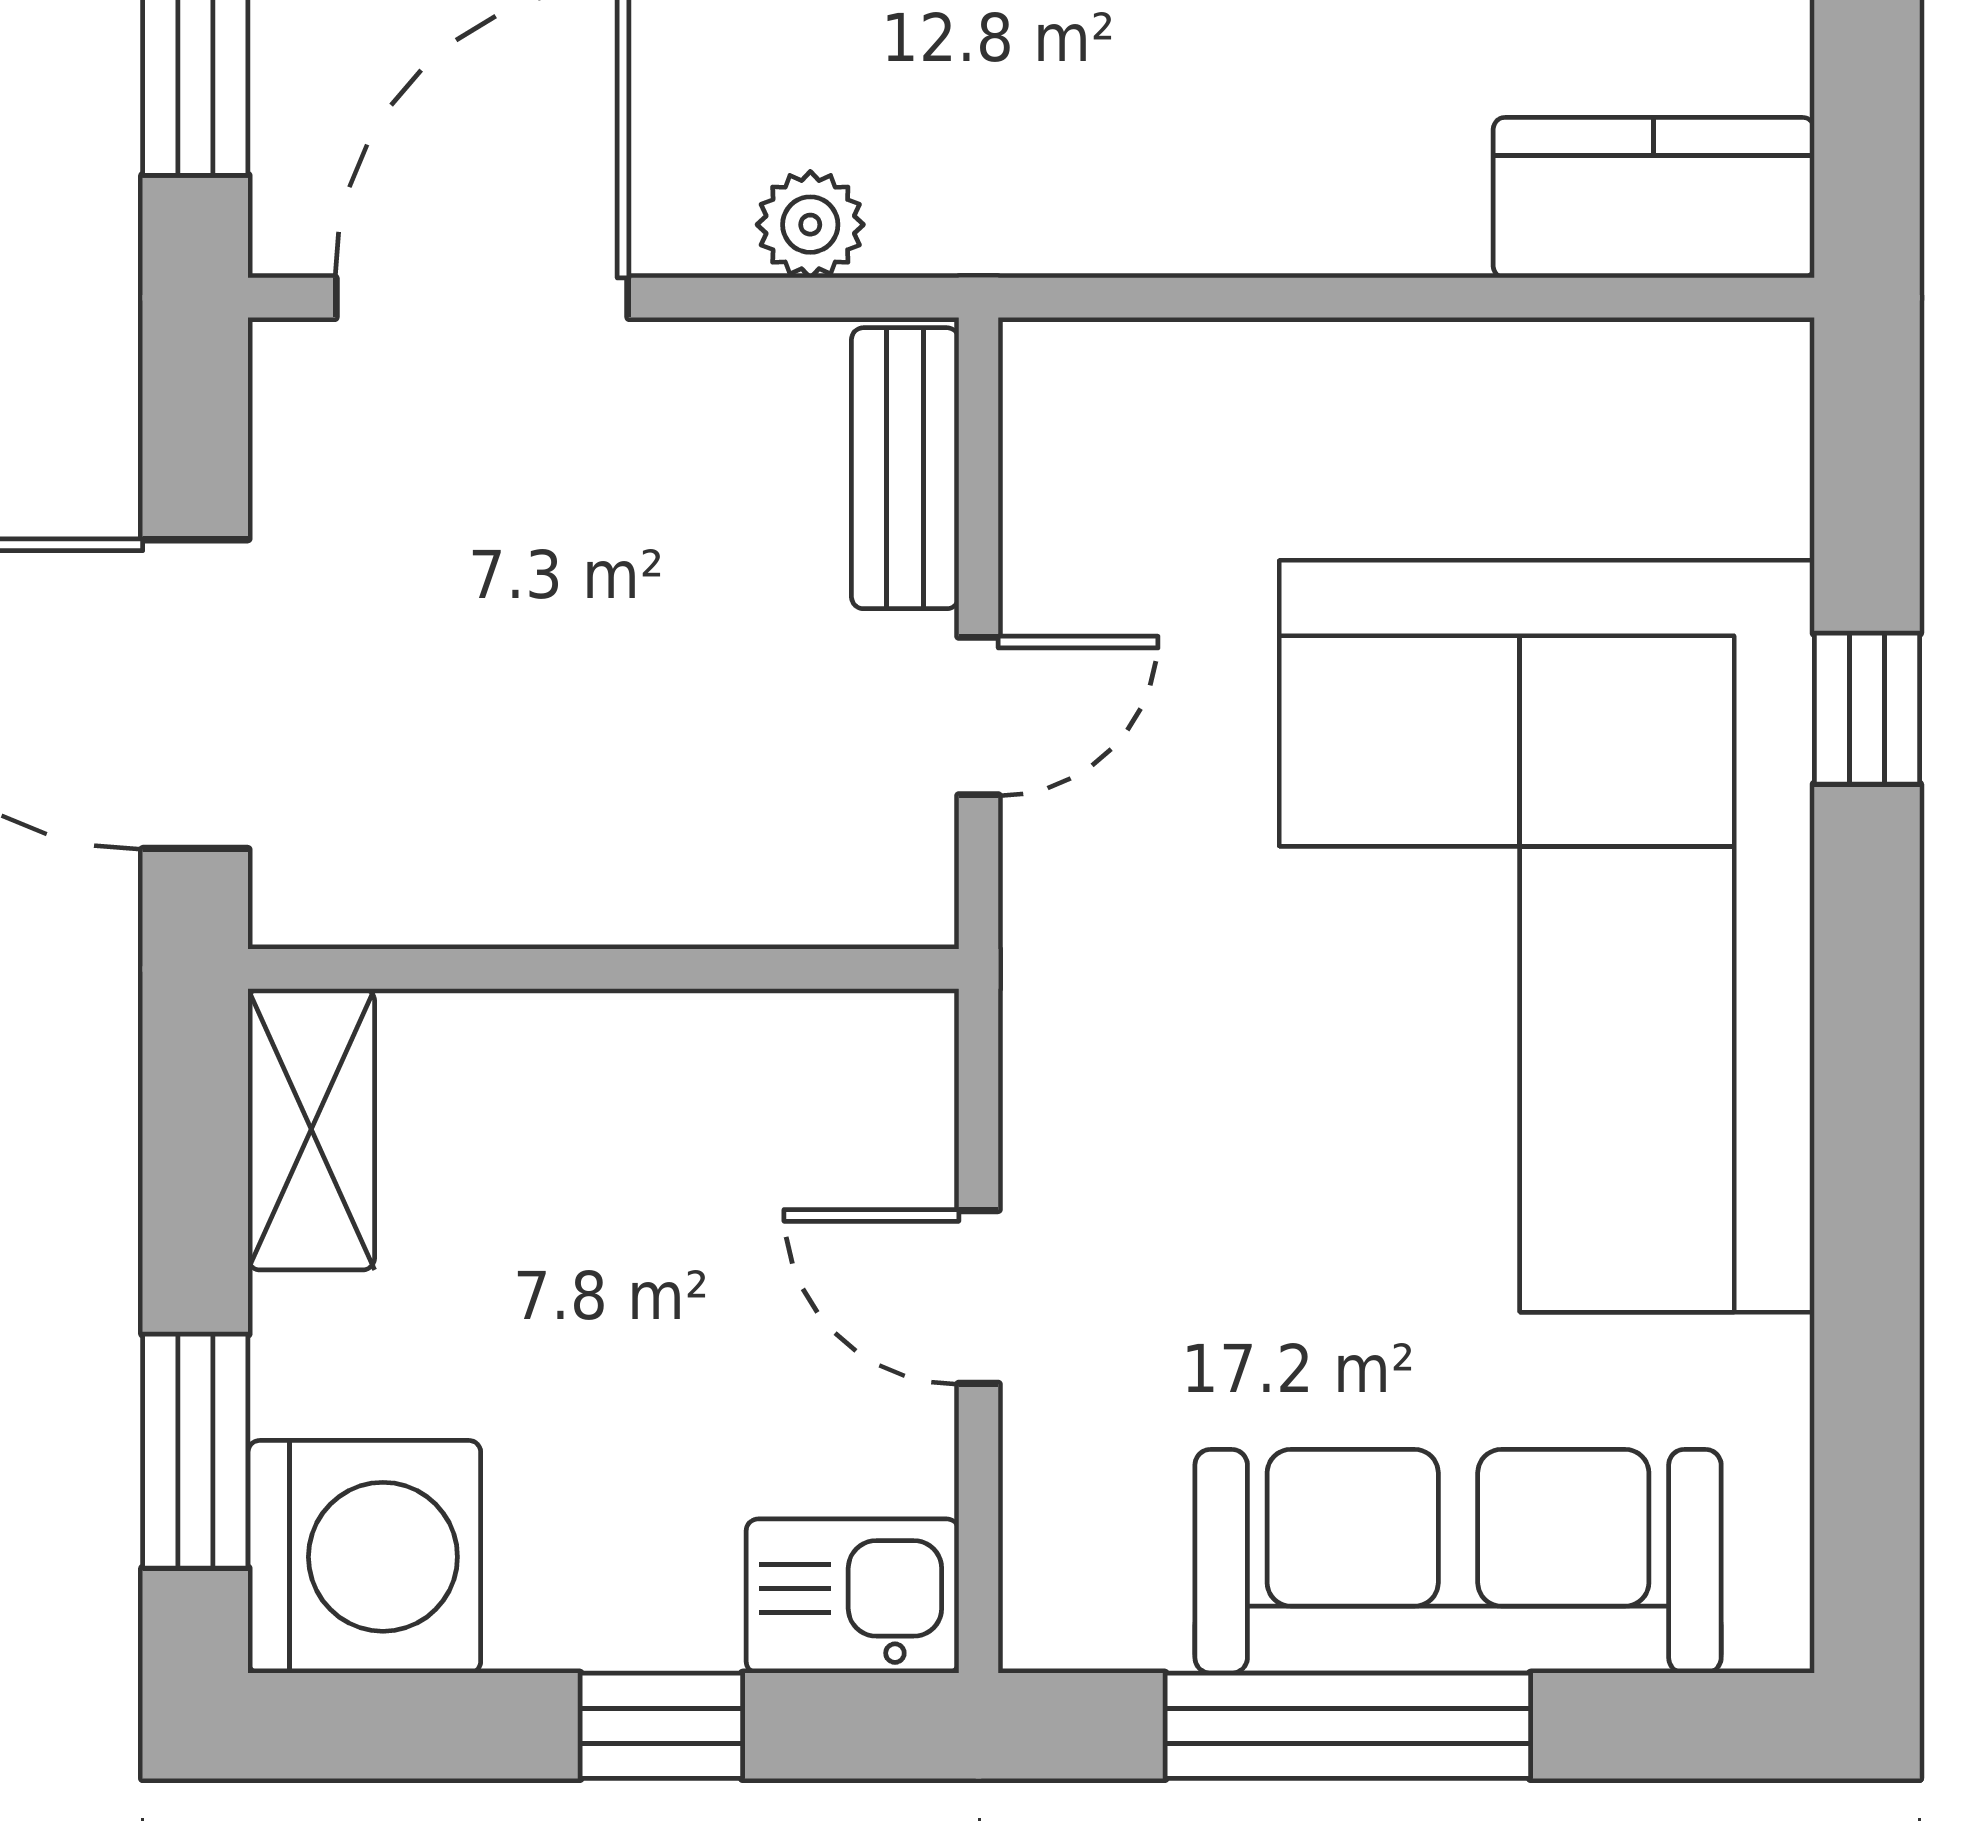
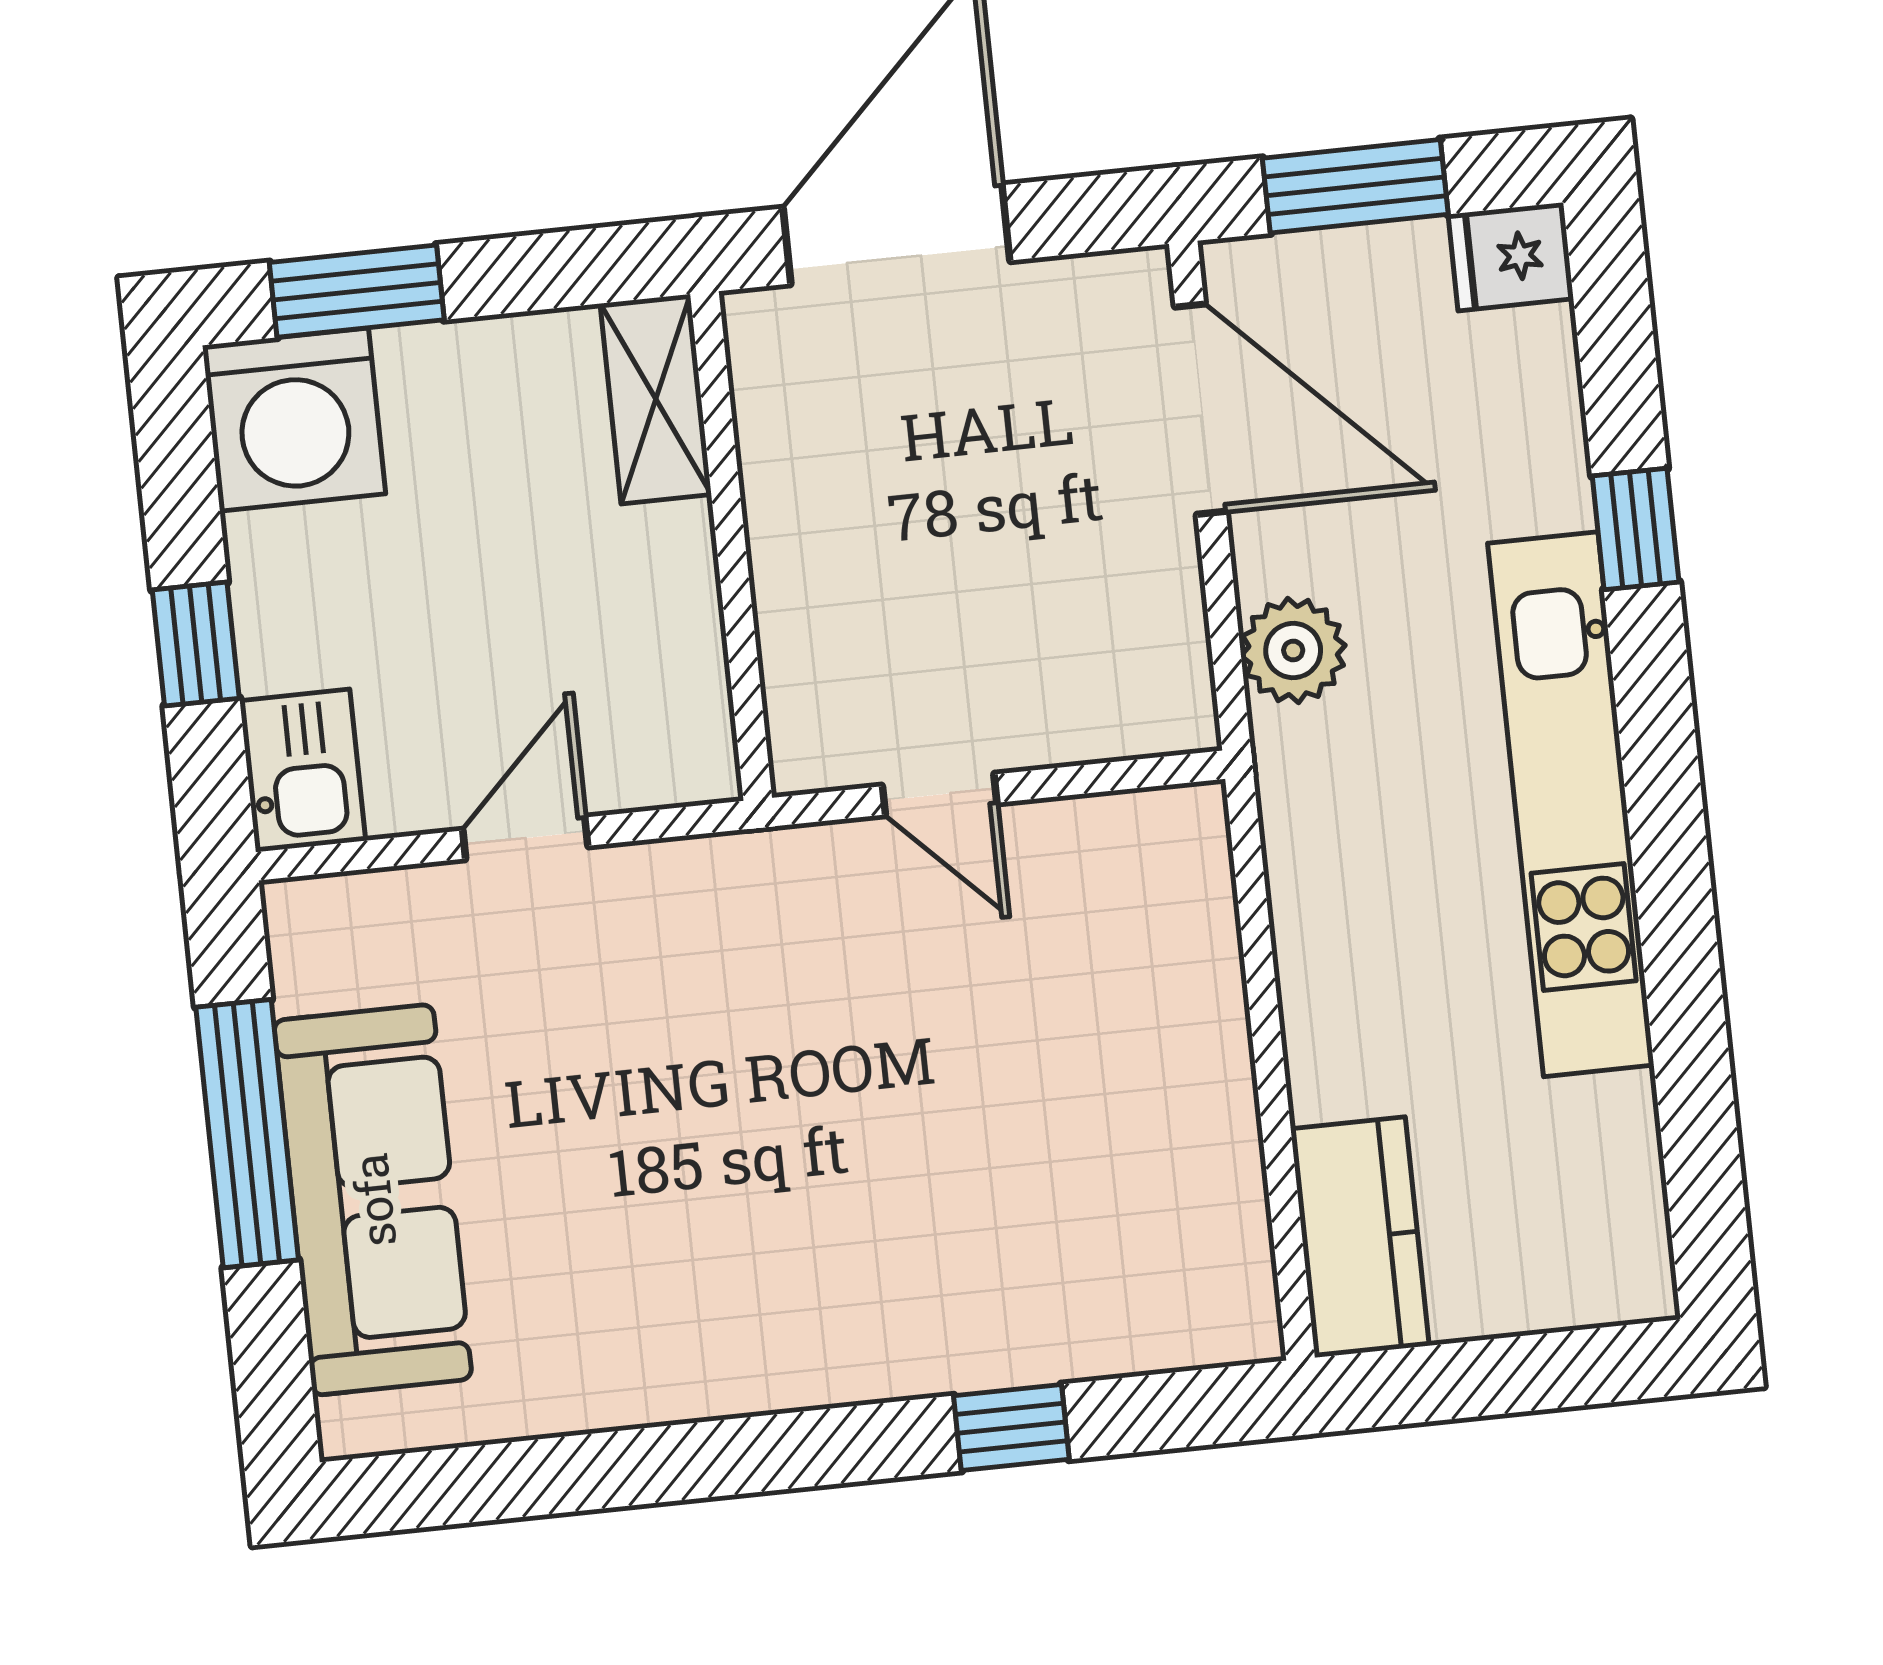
plant: (810, 225) -> (1293, 650), width x1.38, depth x1.38
bench: (905, 468) -> (1111, 724), removed
corner sofa: (1547, 936) -> (825, 1216), removed
shelving: (311, 1129) -> (656, 399), moved, turned 90

